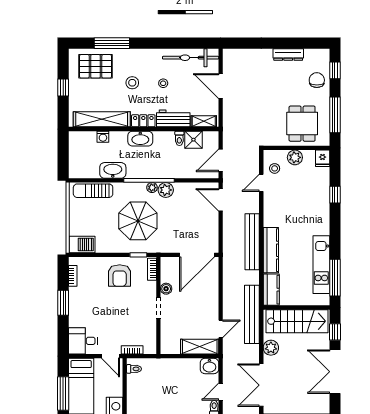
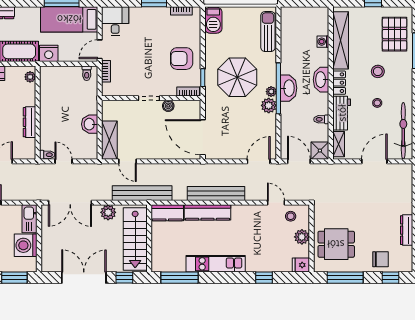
shower: (193, 140) -> (320, 151), moved
washbasin: (113, 170) -> (289, 88), moved
kitchen unit: (321, 265) -> (216, 264), moved
washbasin: (209, 366) -> (90, 124), moved
double door: (261, 385) -> (70, 203), swing flipped

